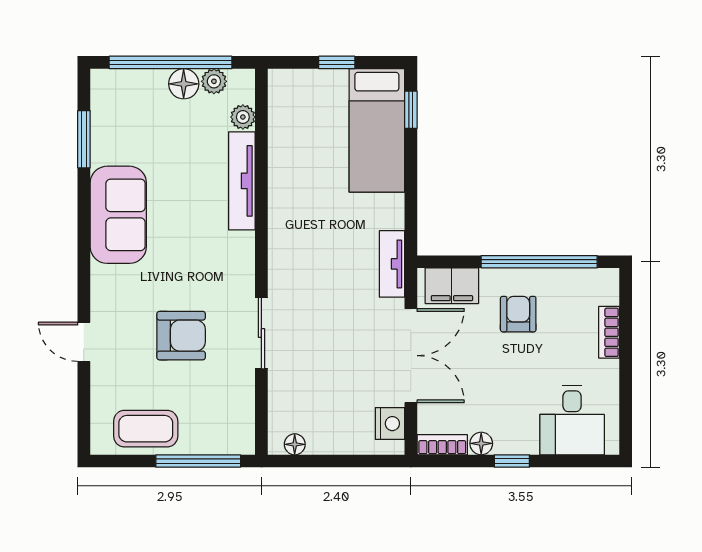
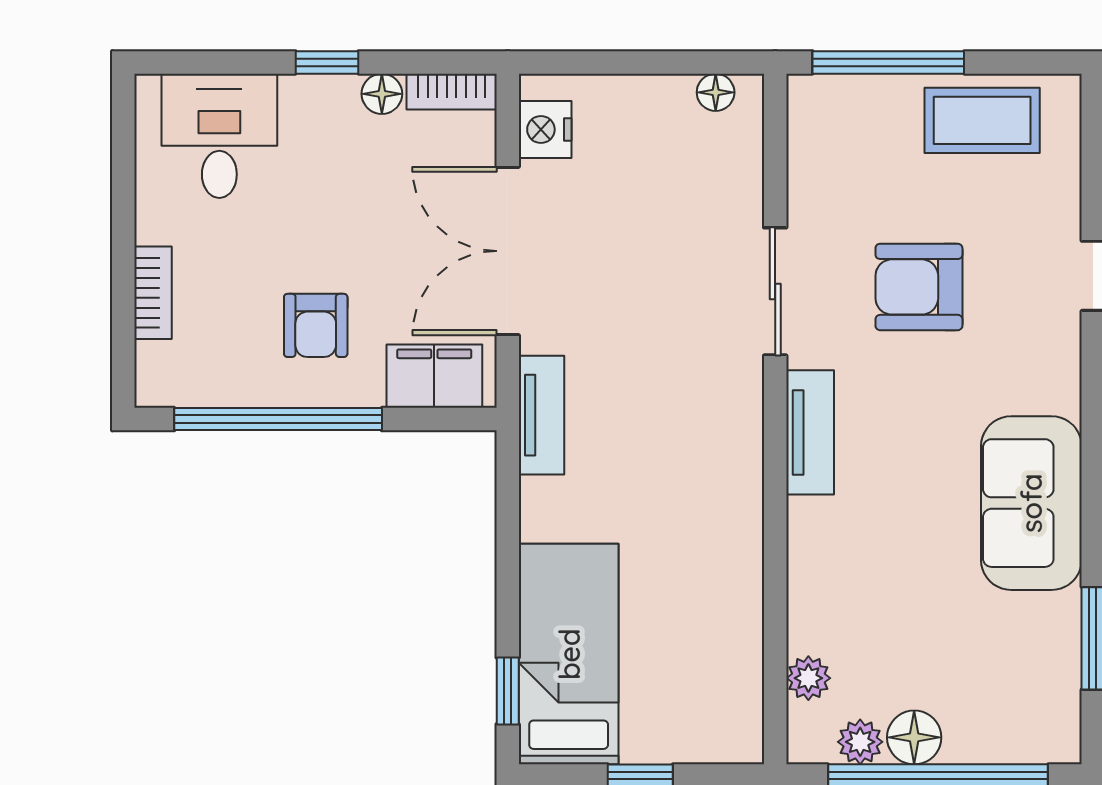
tv unit: (242, 181) -> (810, 432), moved, width x0.71

